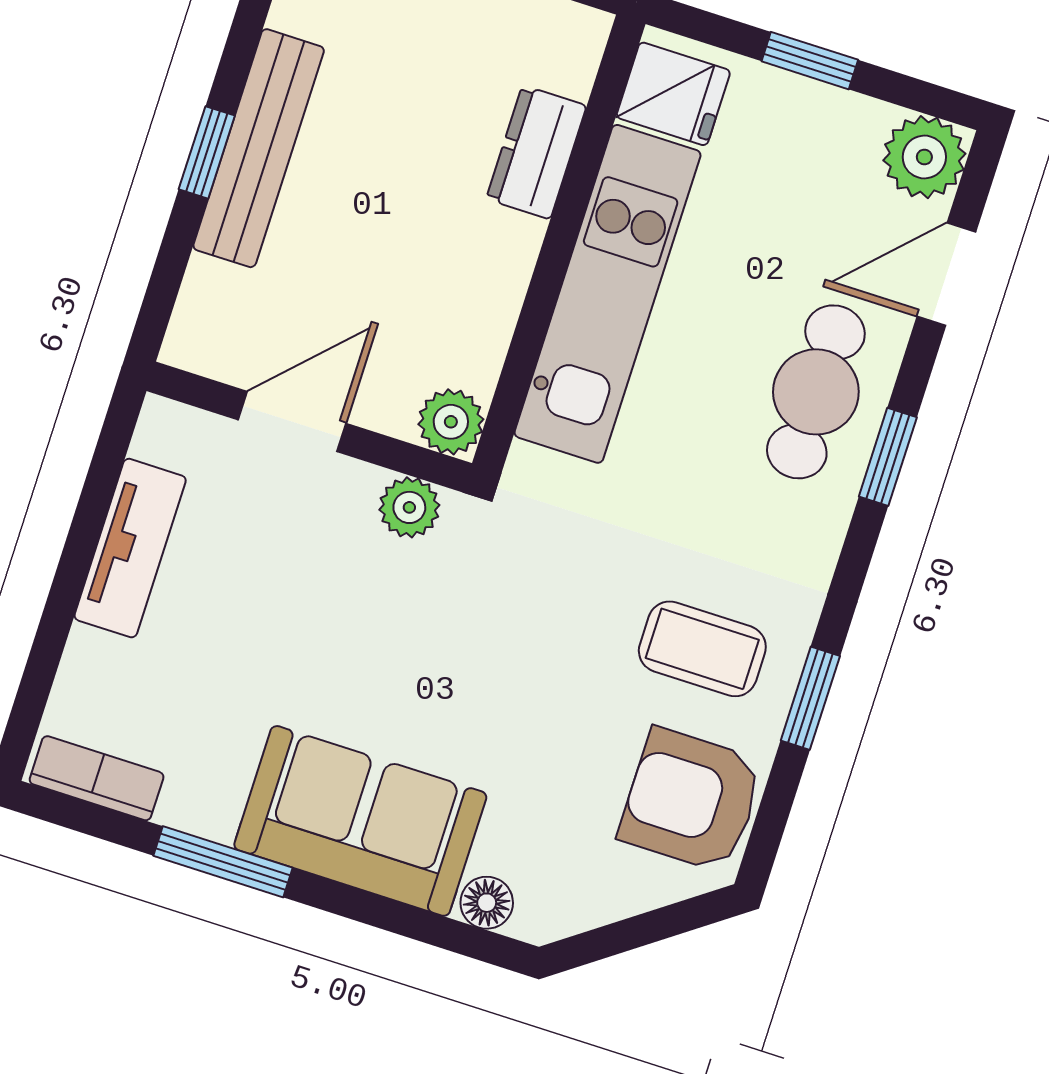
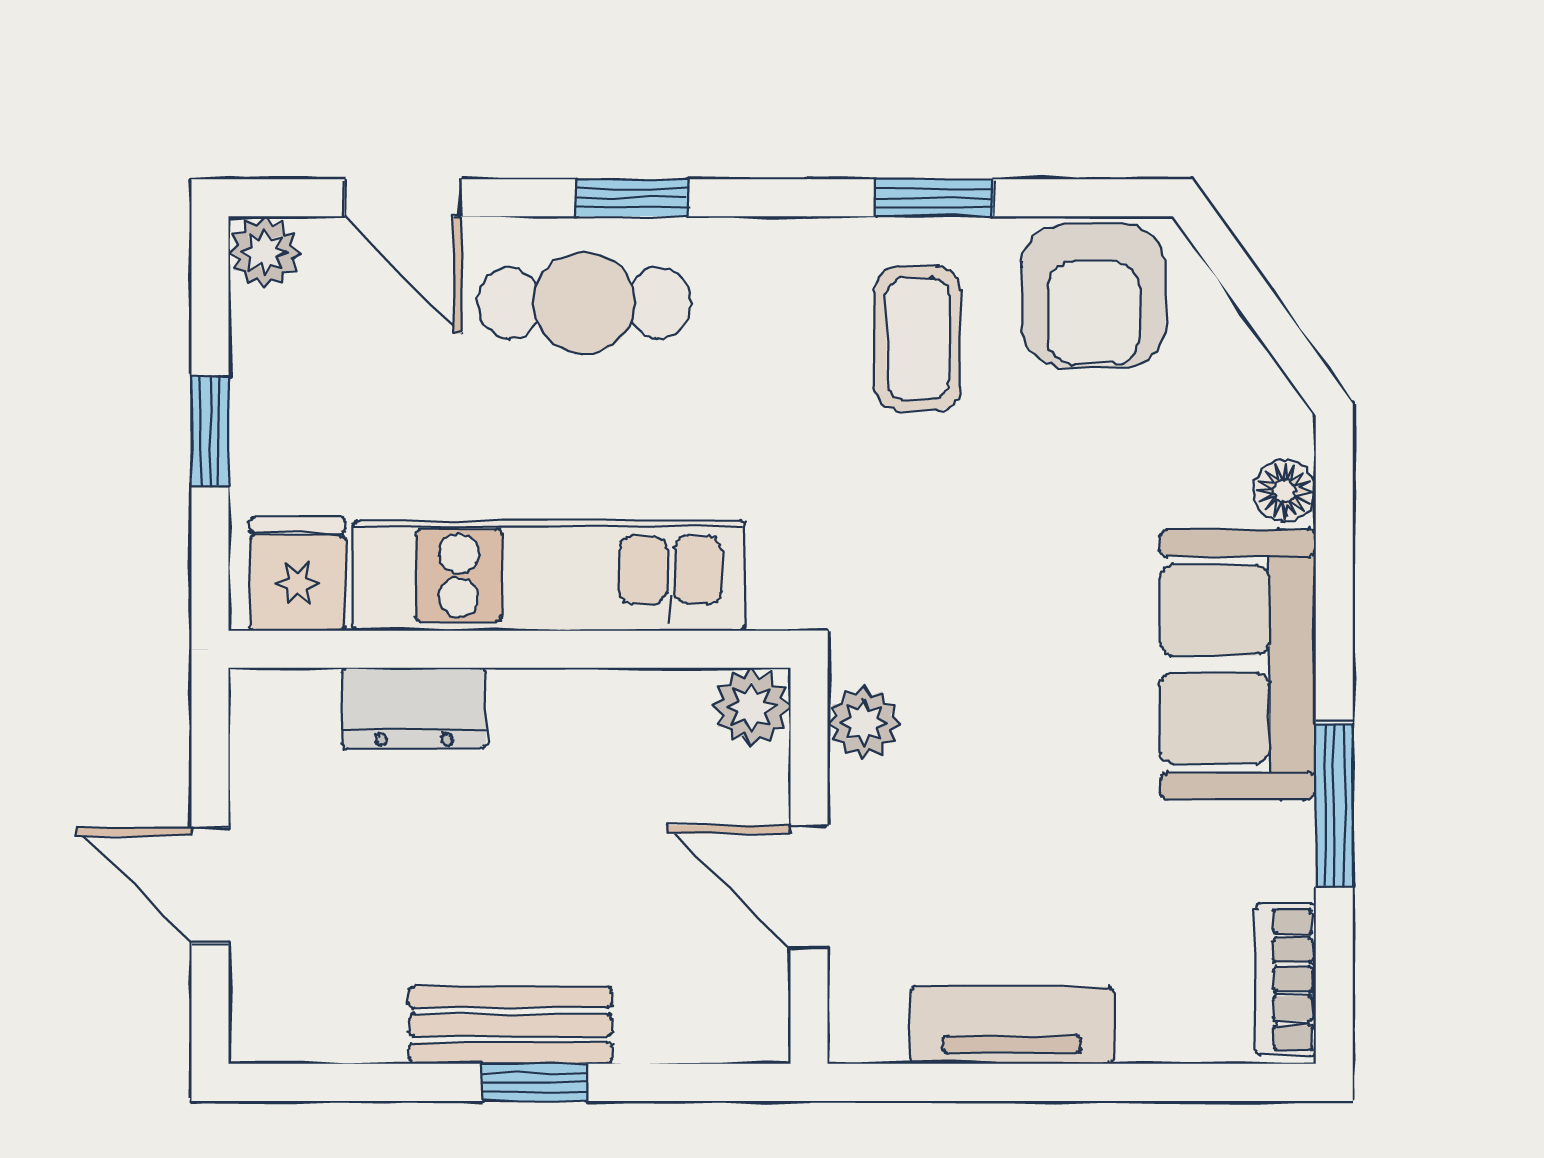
bench: (259, 148) -> (511, 1025), width x0.73
plant: (924, 157) -> (264, 252), width x0.73, depth x0.73

